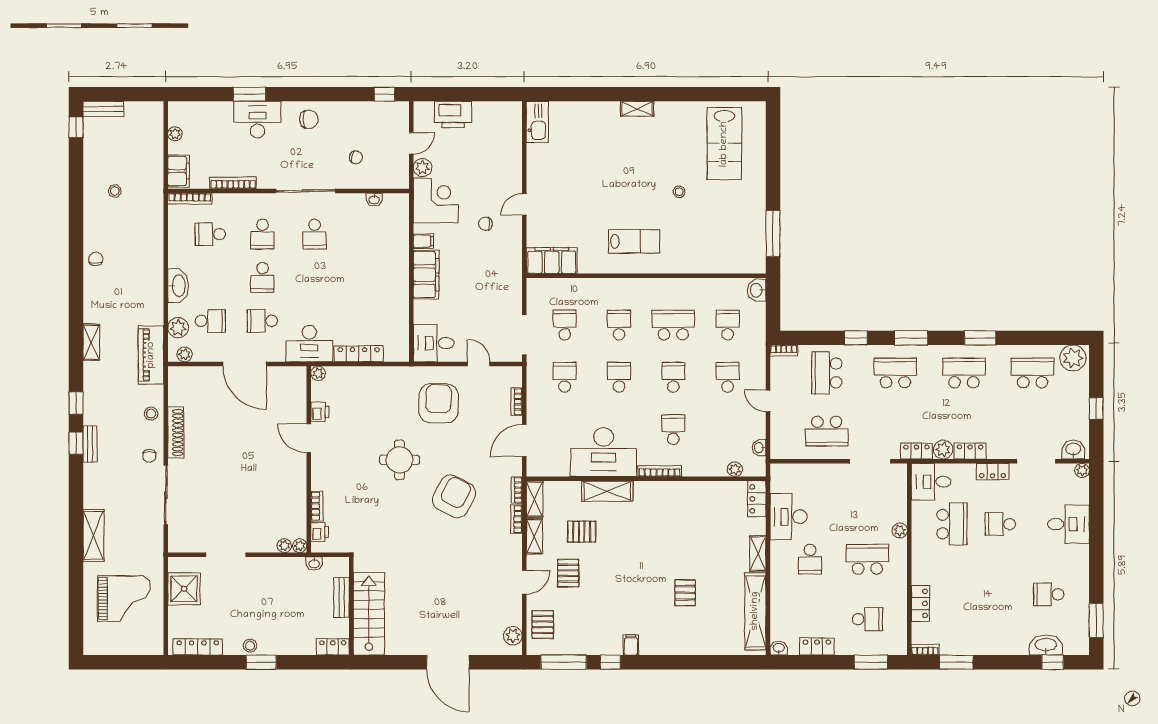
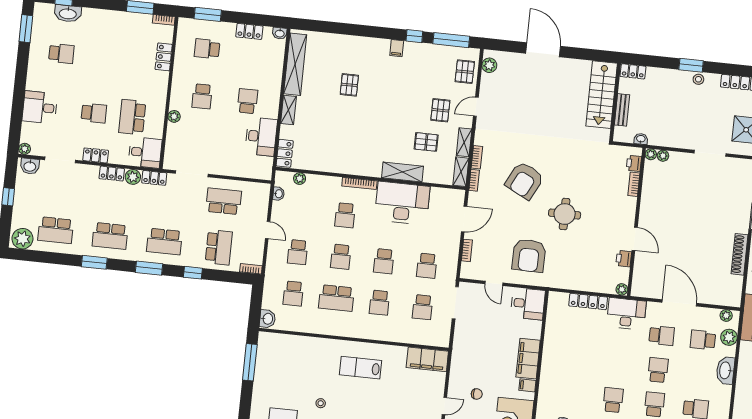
school desk: (867, 559) -> (202, 96), width x0.54

